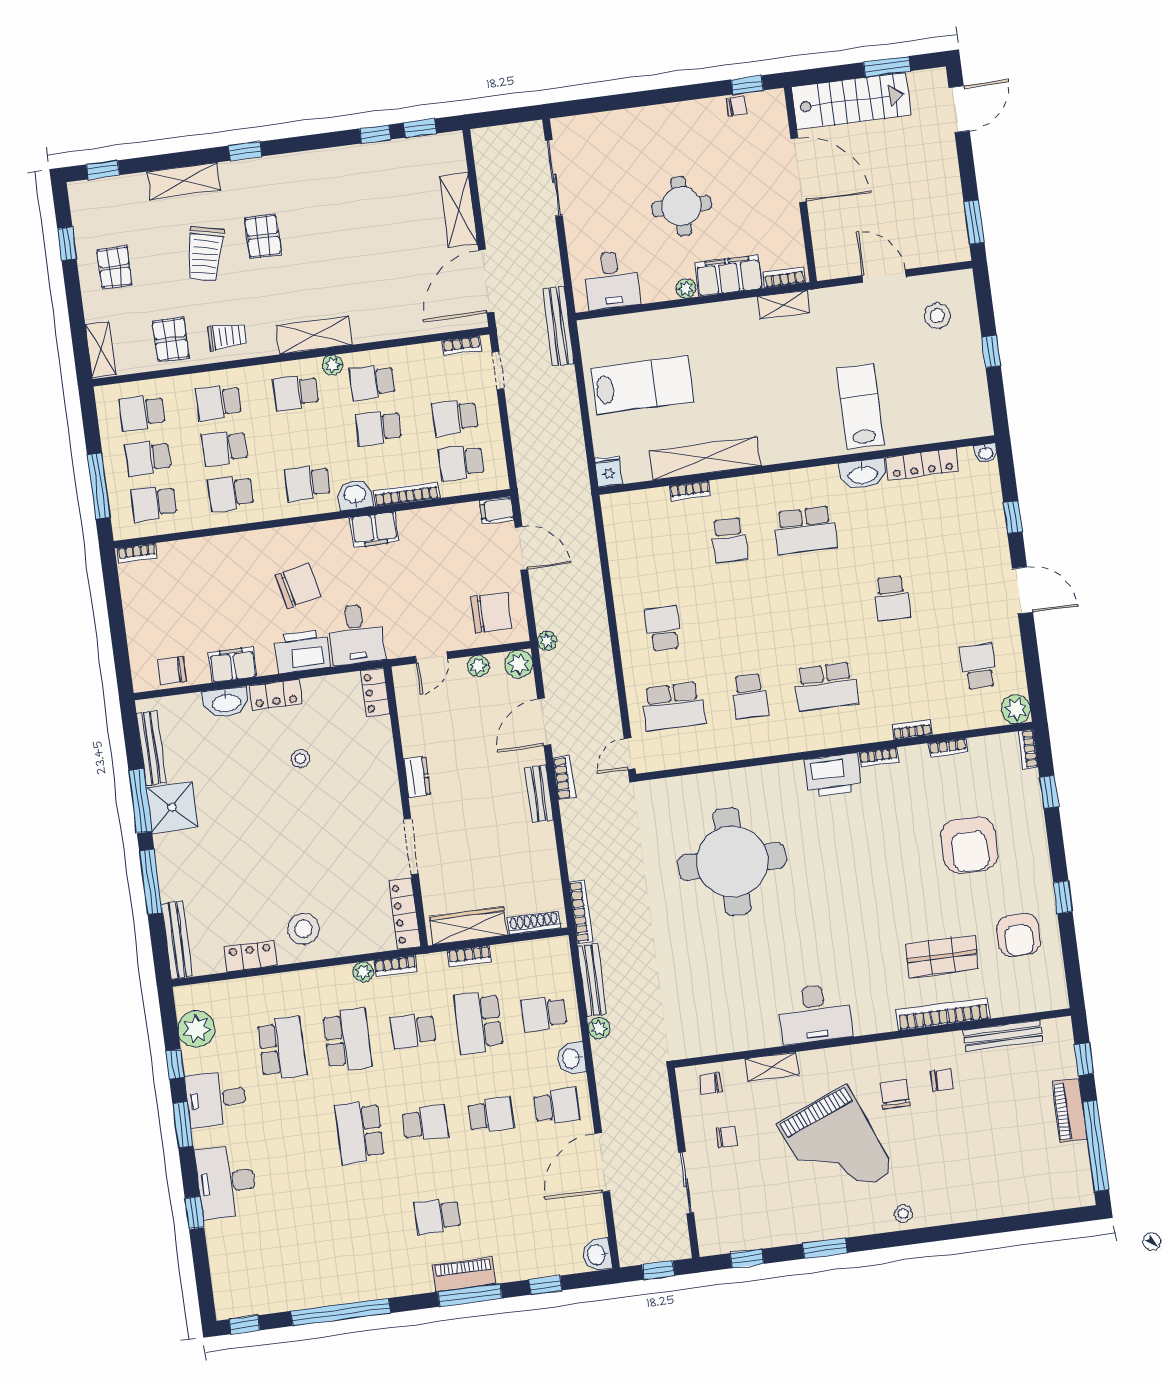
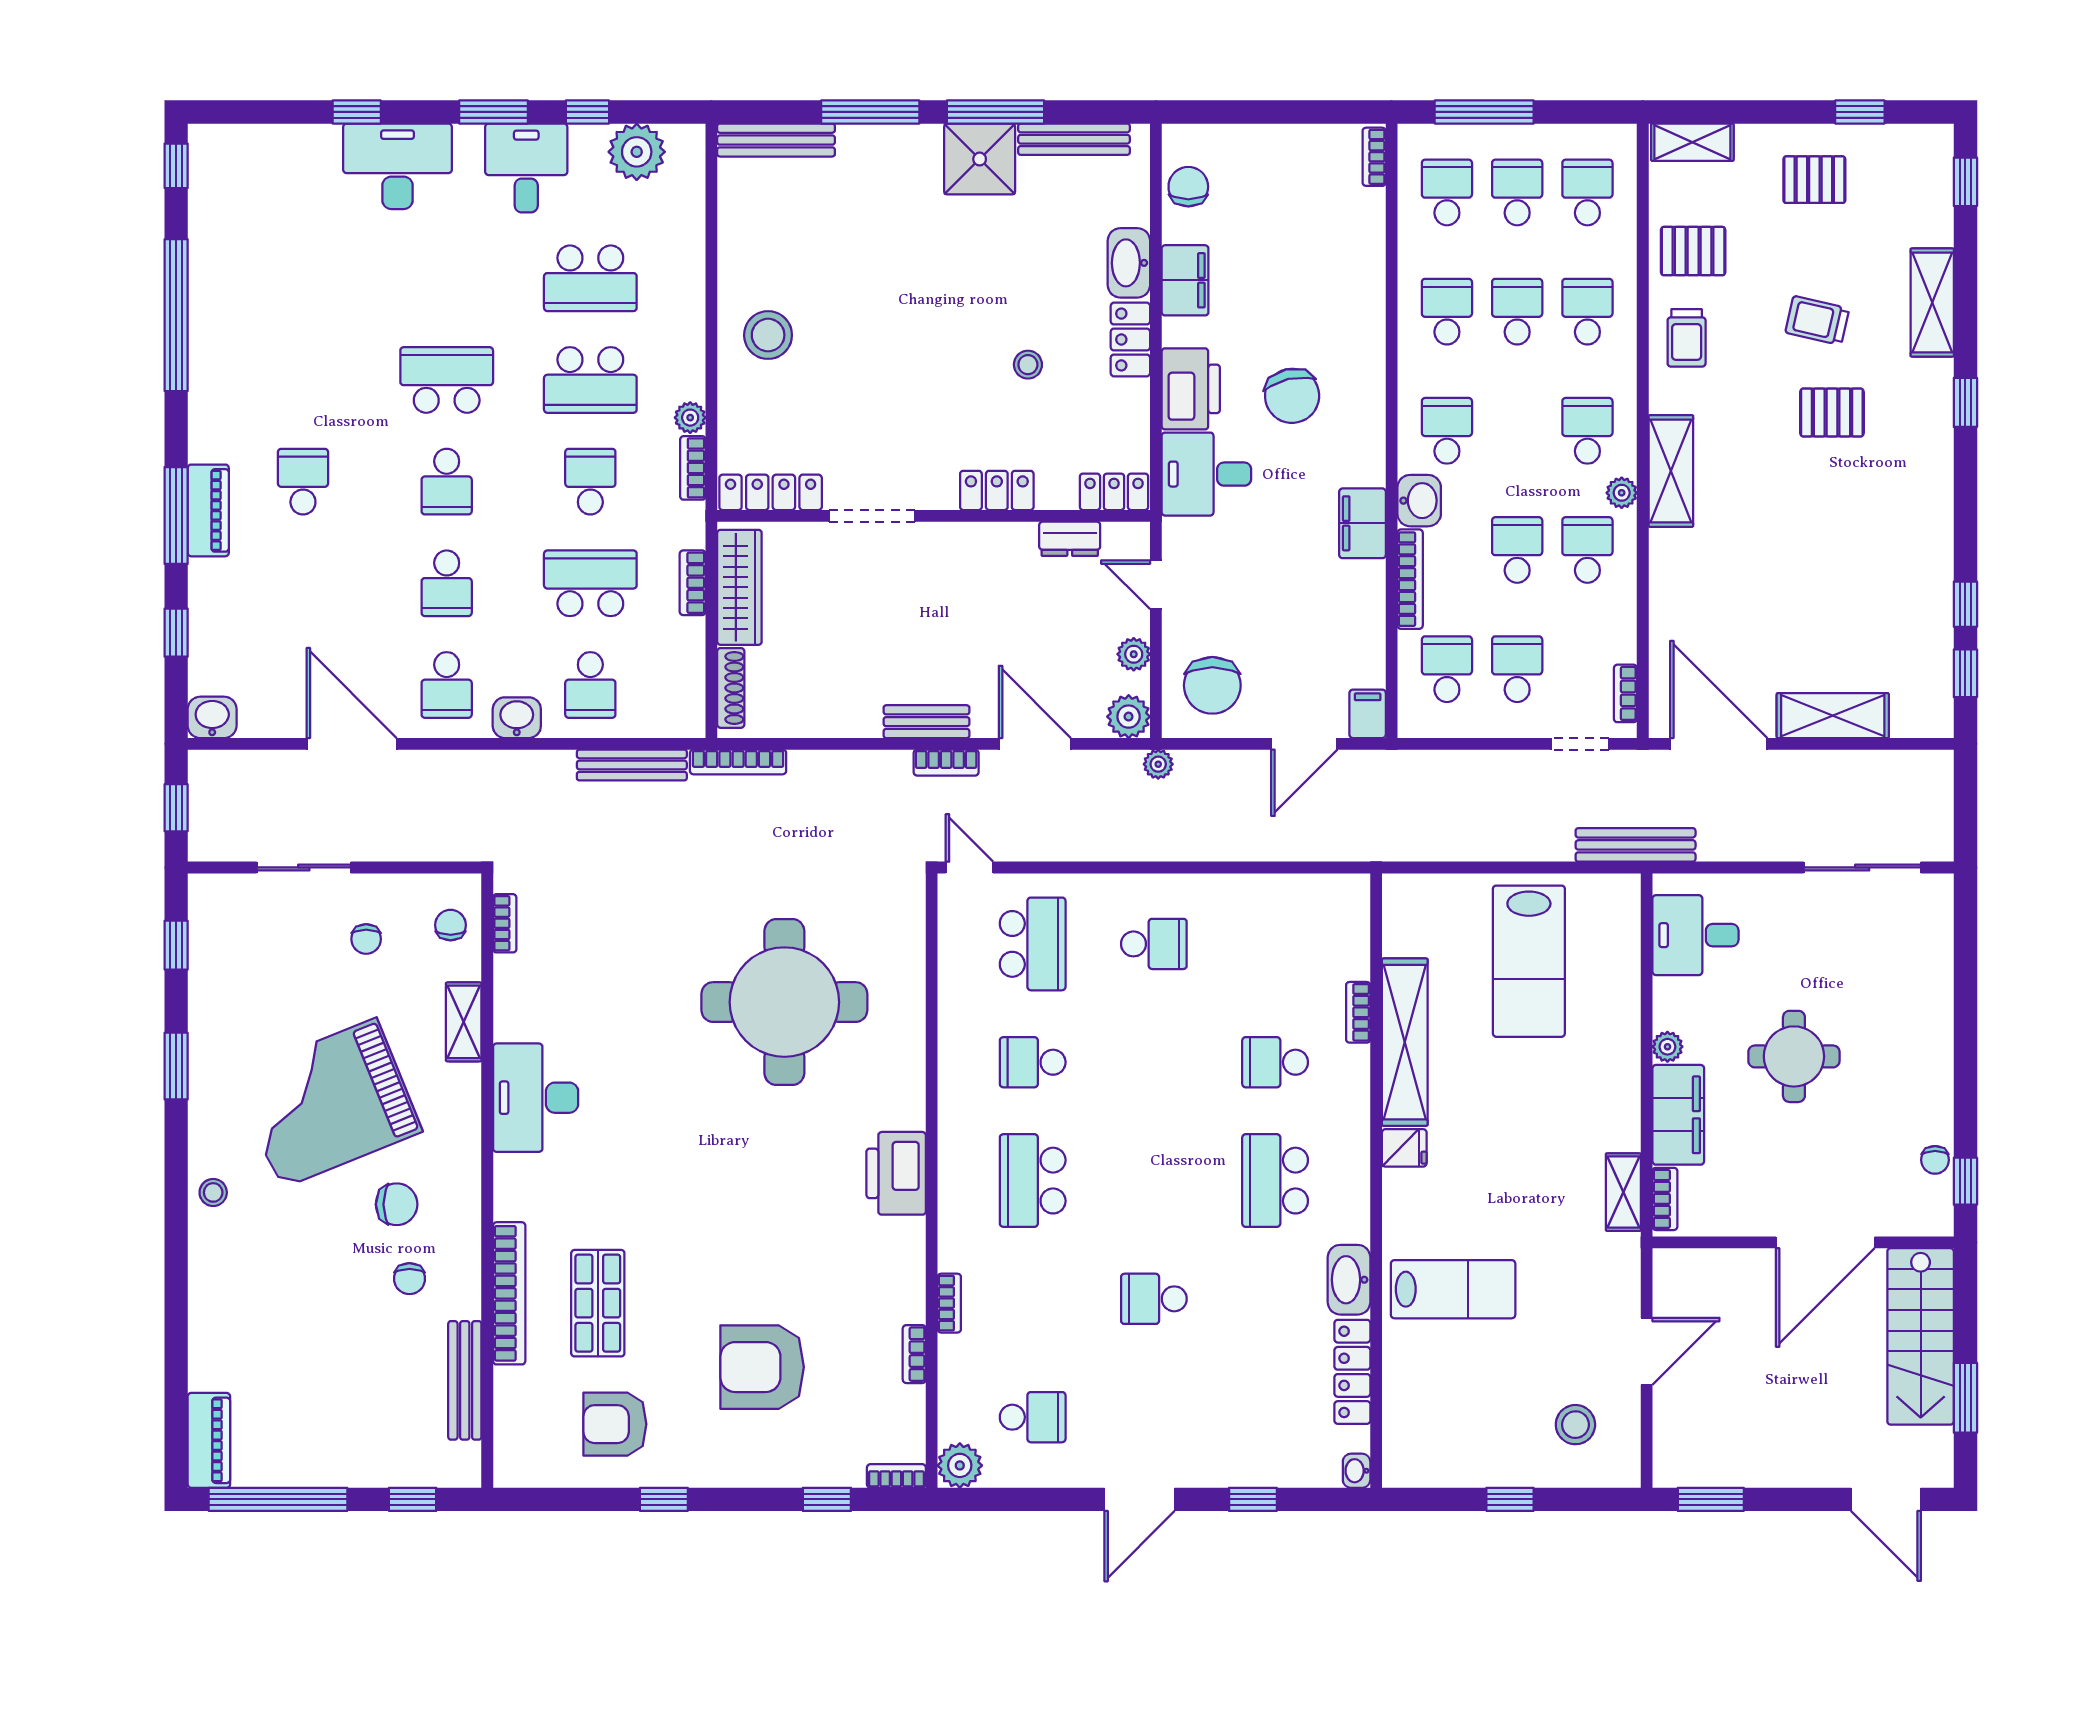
trolley: (205, 254) -> (1817, 321), width x0.73, depth x0.72
fridge: (608, 471) -> (1404, 1148), moved
school desk: (673, 706) -> (1033, 944), turned 180
bookcase: (879, 757) -> (505, 923), moved, turned 180
dresser: (417, 777) -> (1070, 539), moved
locker: (250, 956) -> (997, 490), moved, turned -90
school desk: (544, 1014) -> (590, 685), turned 180
plant: (599, 1028) -> (557, 766), removed
piano: (1069, 1110) -> (209, 1440), moved, turned 90

